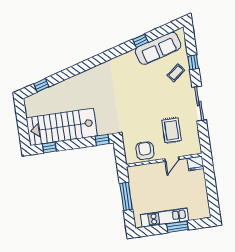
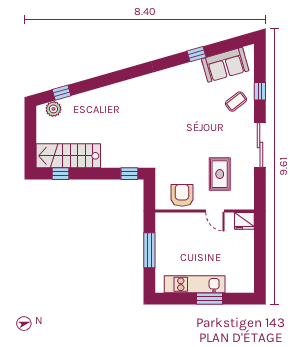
sofa: (158, 48) -> (225, 65), width x0.73
plant: (37, 99) -> (53, 109), added
stairs: (62, 127) -> (68, 156), width x0.73, depth x0.66
door: (172, 159) -> (215, 211), hinge flipped

